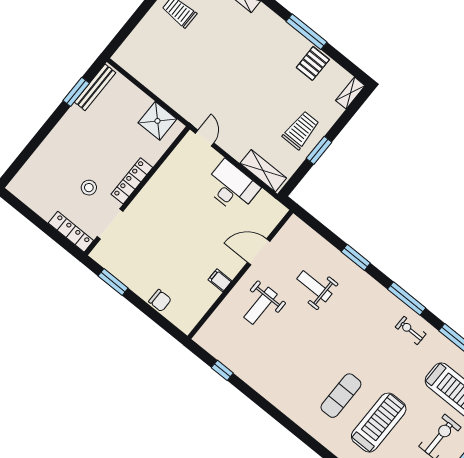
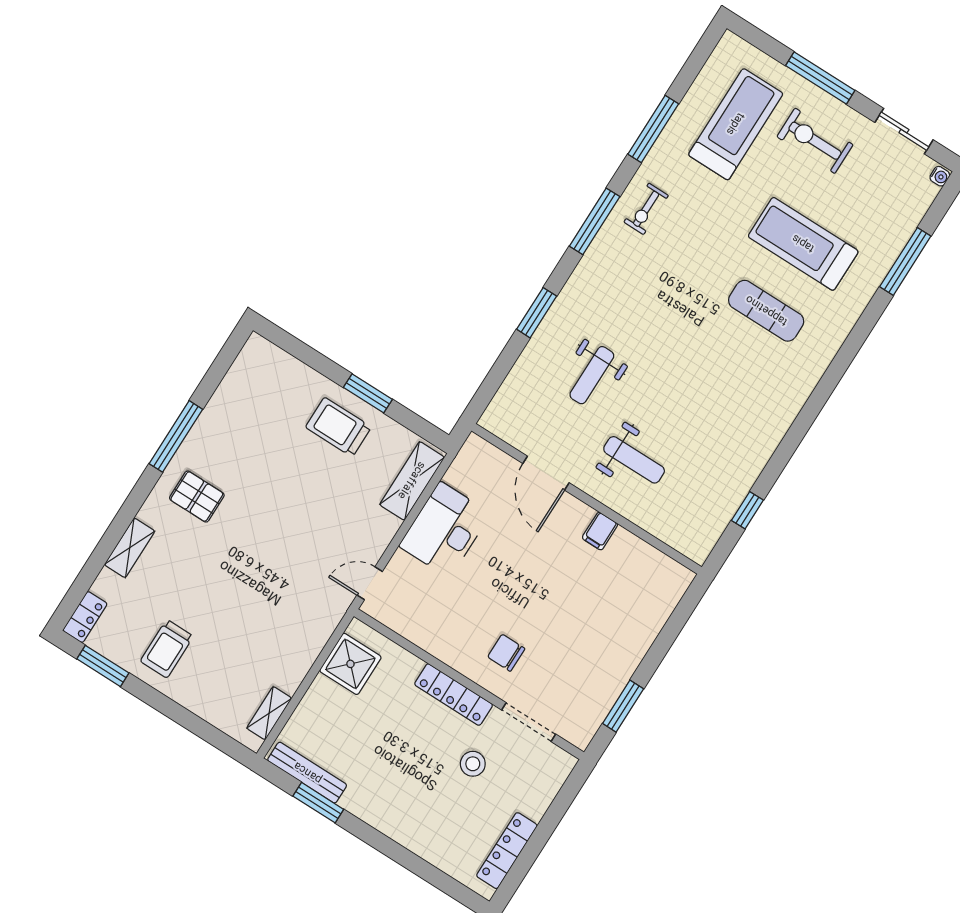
pallet: (313, 63) -> (197, 497), moved
shelving: (350, 93) -> (269, 713), moved, turned 90
locker: (71, 232) -> (507, 851), moved
chair: (160, 301) -> (506, 653), moved, turned -90

